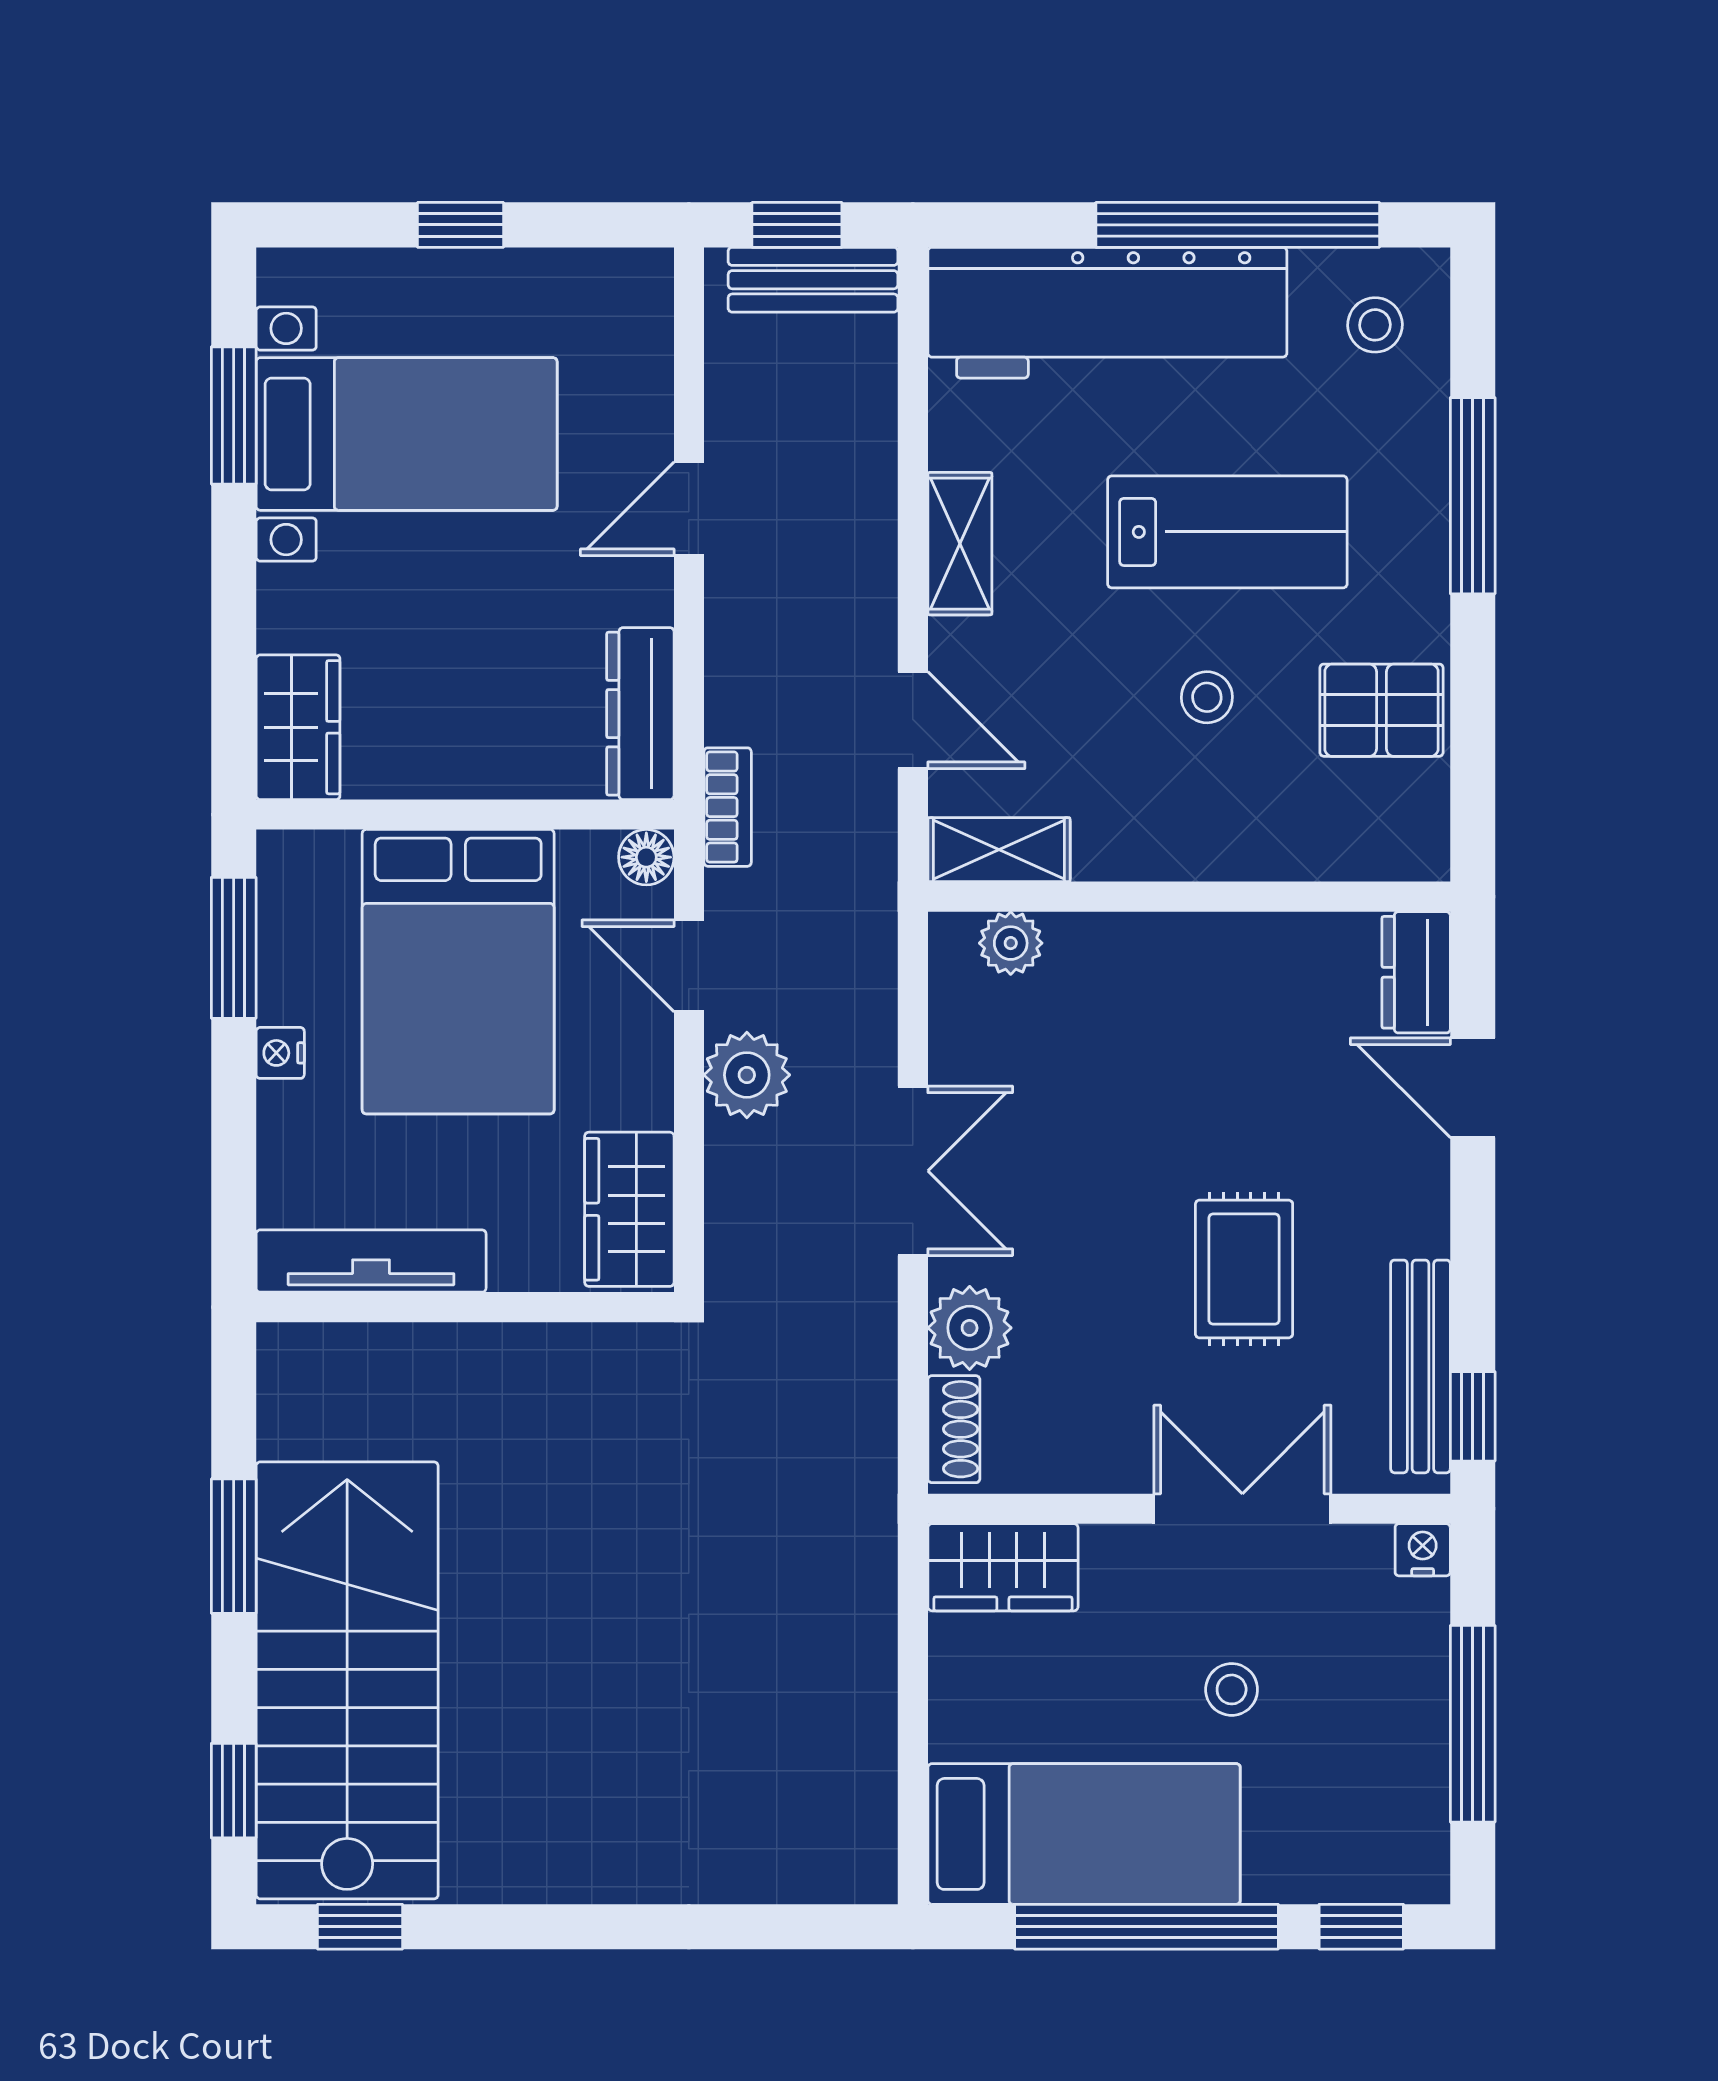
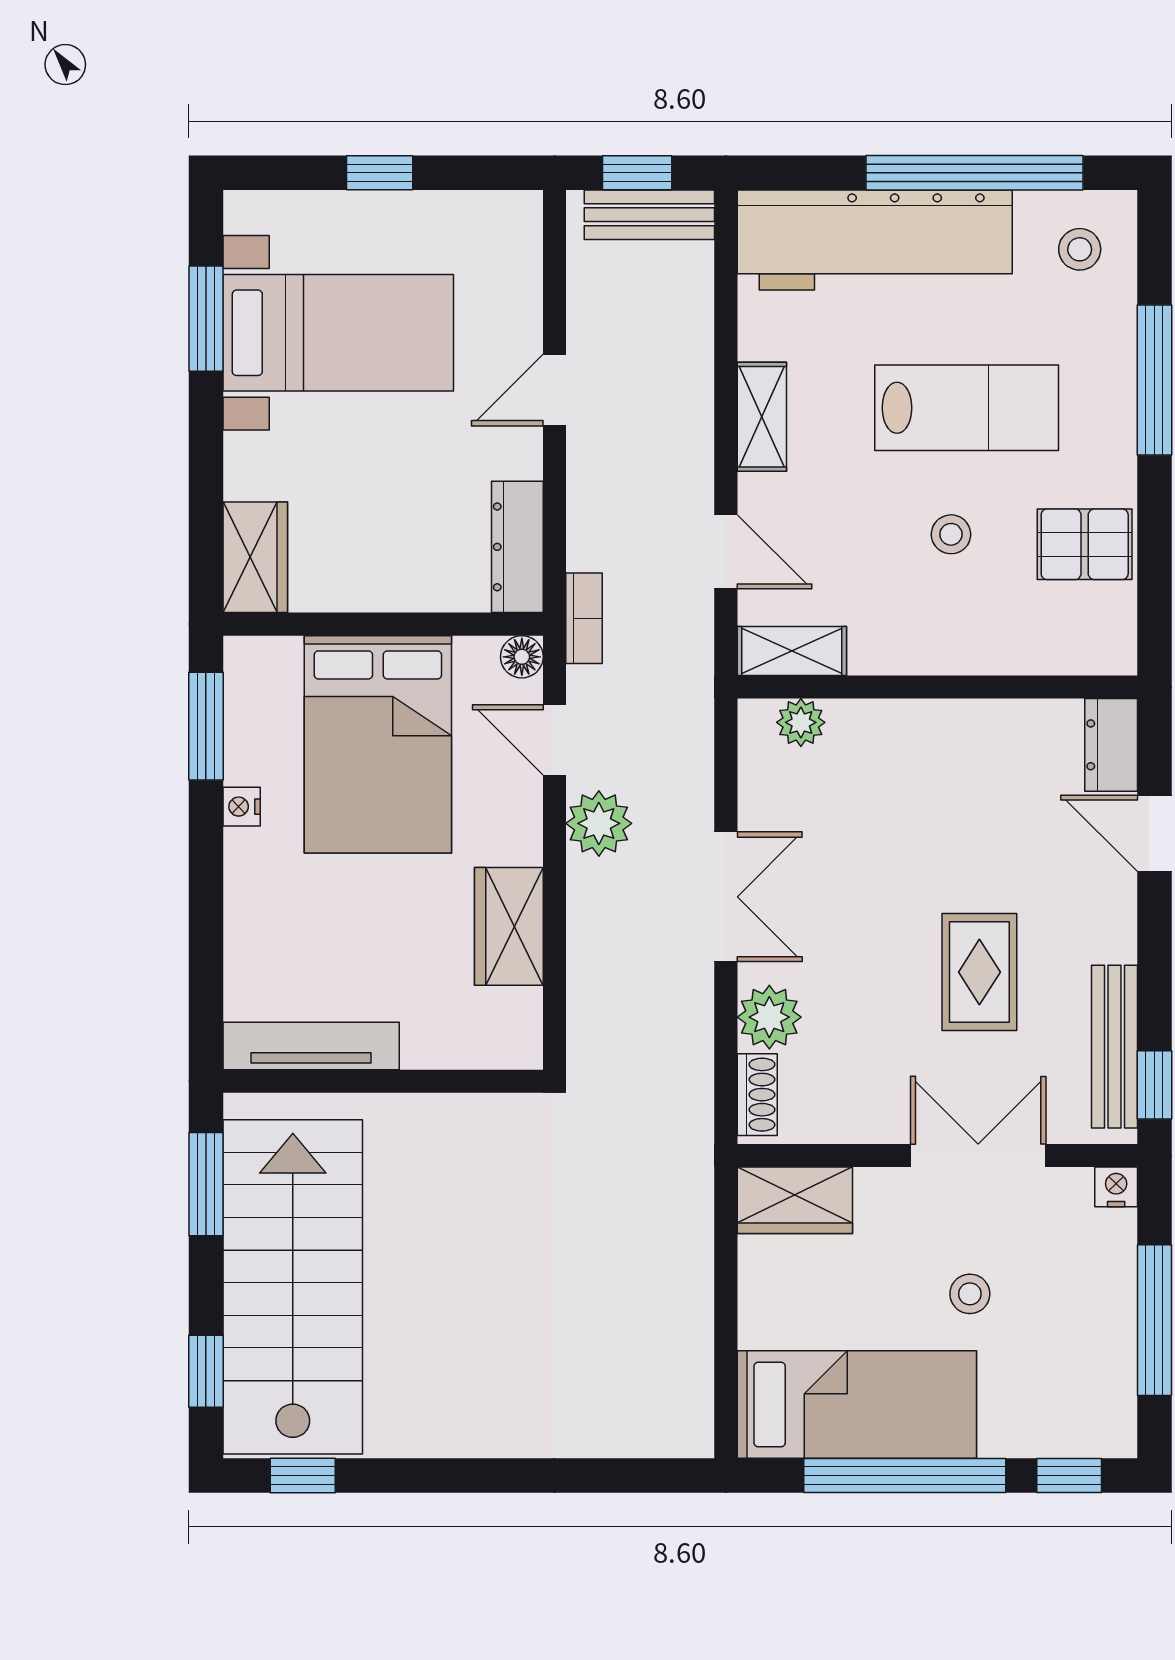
tv unit: (371, 1261) -> (311, 1046), moved
wall: (465, 1307) -> (383, 1081), moved

